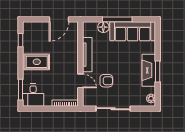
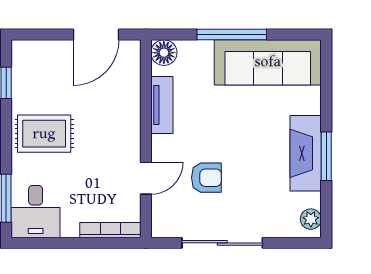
floor lamp: (103, 27) -> (164, 53), moved
tv unit: (87, 55) -> (162, 105), width x0.71
door: (80, 81) -> (146, 178), hinge flipped

